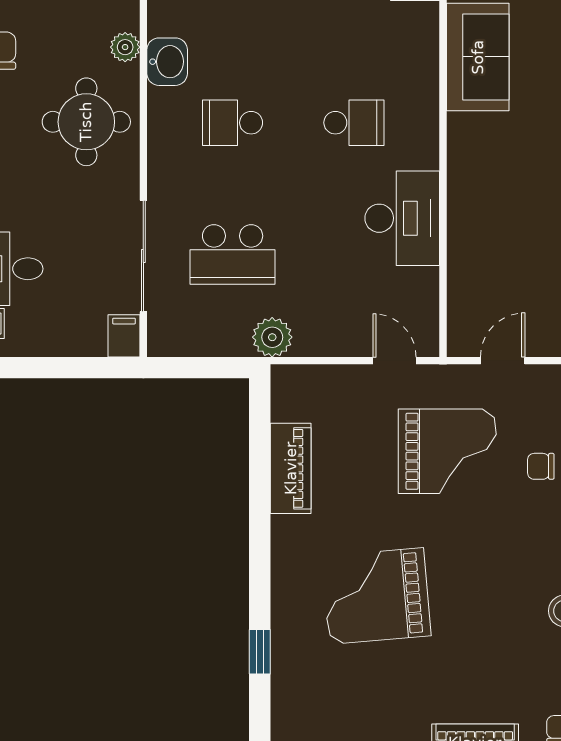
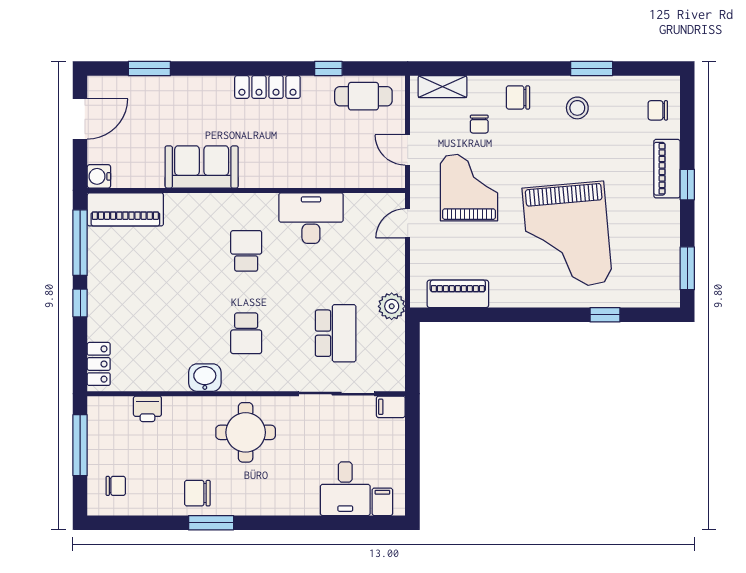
plant: (125, 47) -> (195, 406), removed
piano: (291, 468) -> (458, 294), moved
grand piano: (376, 596) -> (567, 236), width x1.37, depth x1.48

